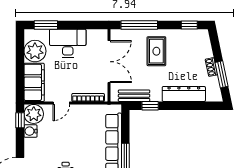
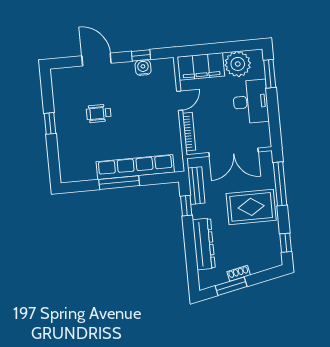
rug: (156, 51) -> (251, 207), width x1.36, depth x1.43
door: (61, 103) -> (180, 101), swing flipped
plant: (34, 114) -> (164, 69), removed
window: (20, 120) -> (141, 55), moved

